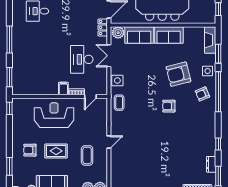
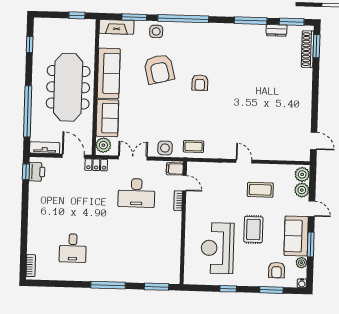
sofa: (169, 35) -> (109, 73), width x1.36
double door: (109, 56) -> (133, 158), swing flipped
filing cabinet: (63, 89) -> (175, 169), moved
armchair: (202, 94) -> (186, 39), removed
window: (9, 108) -> (228, 289), moved
reception desk: (54, 115) -> (217, 248), moved
window: (218, 144) -> (251, 21), width x2.17
armchair: (30, 150) -> (277, 270), moved

